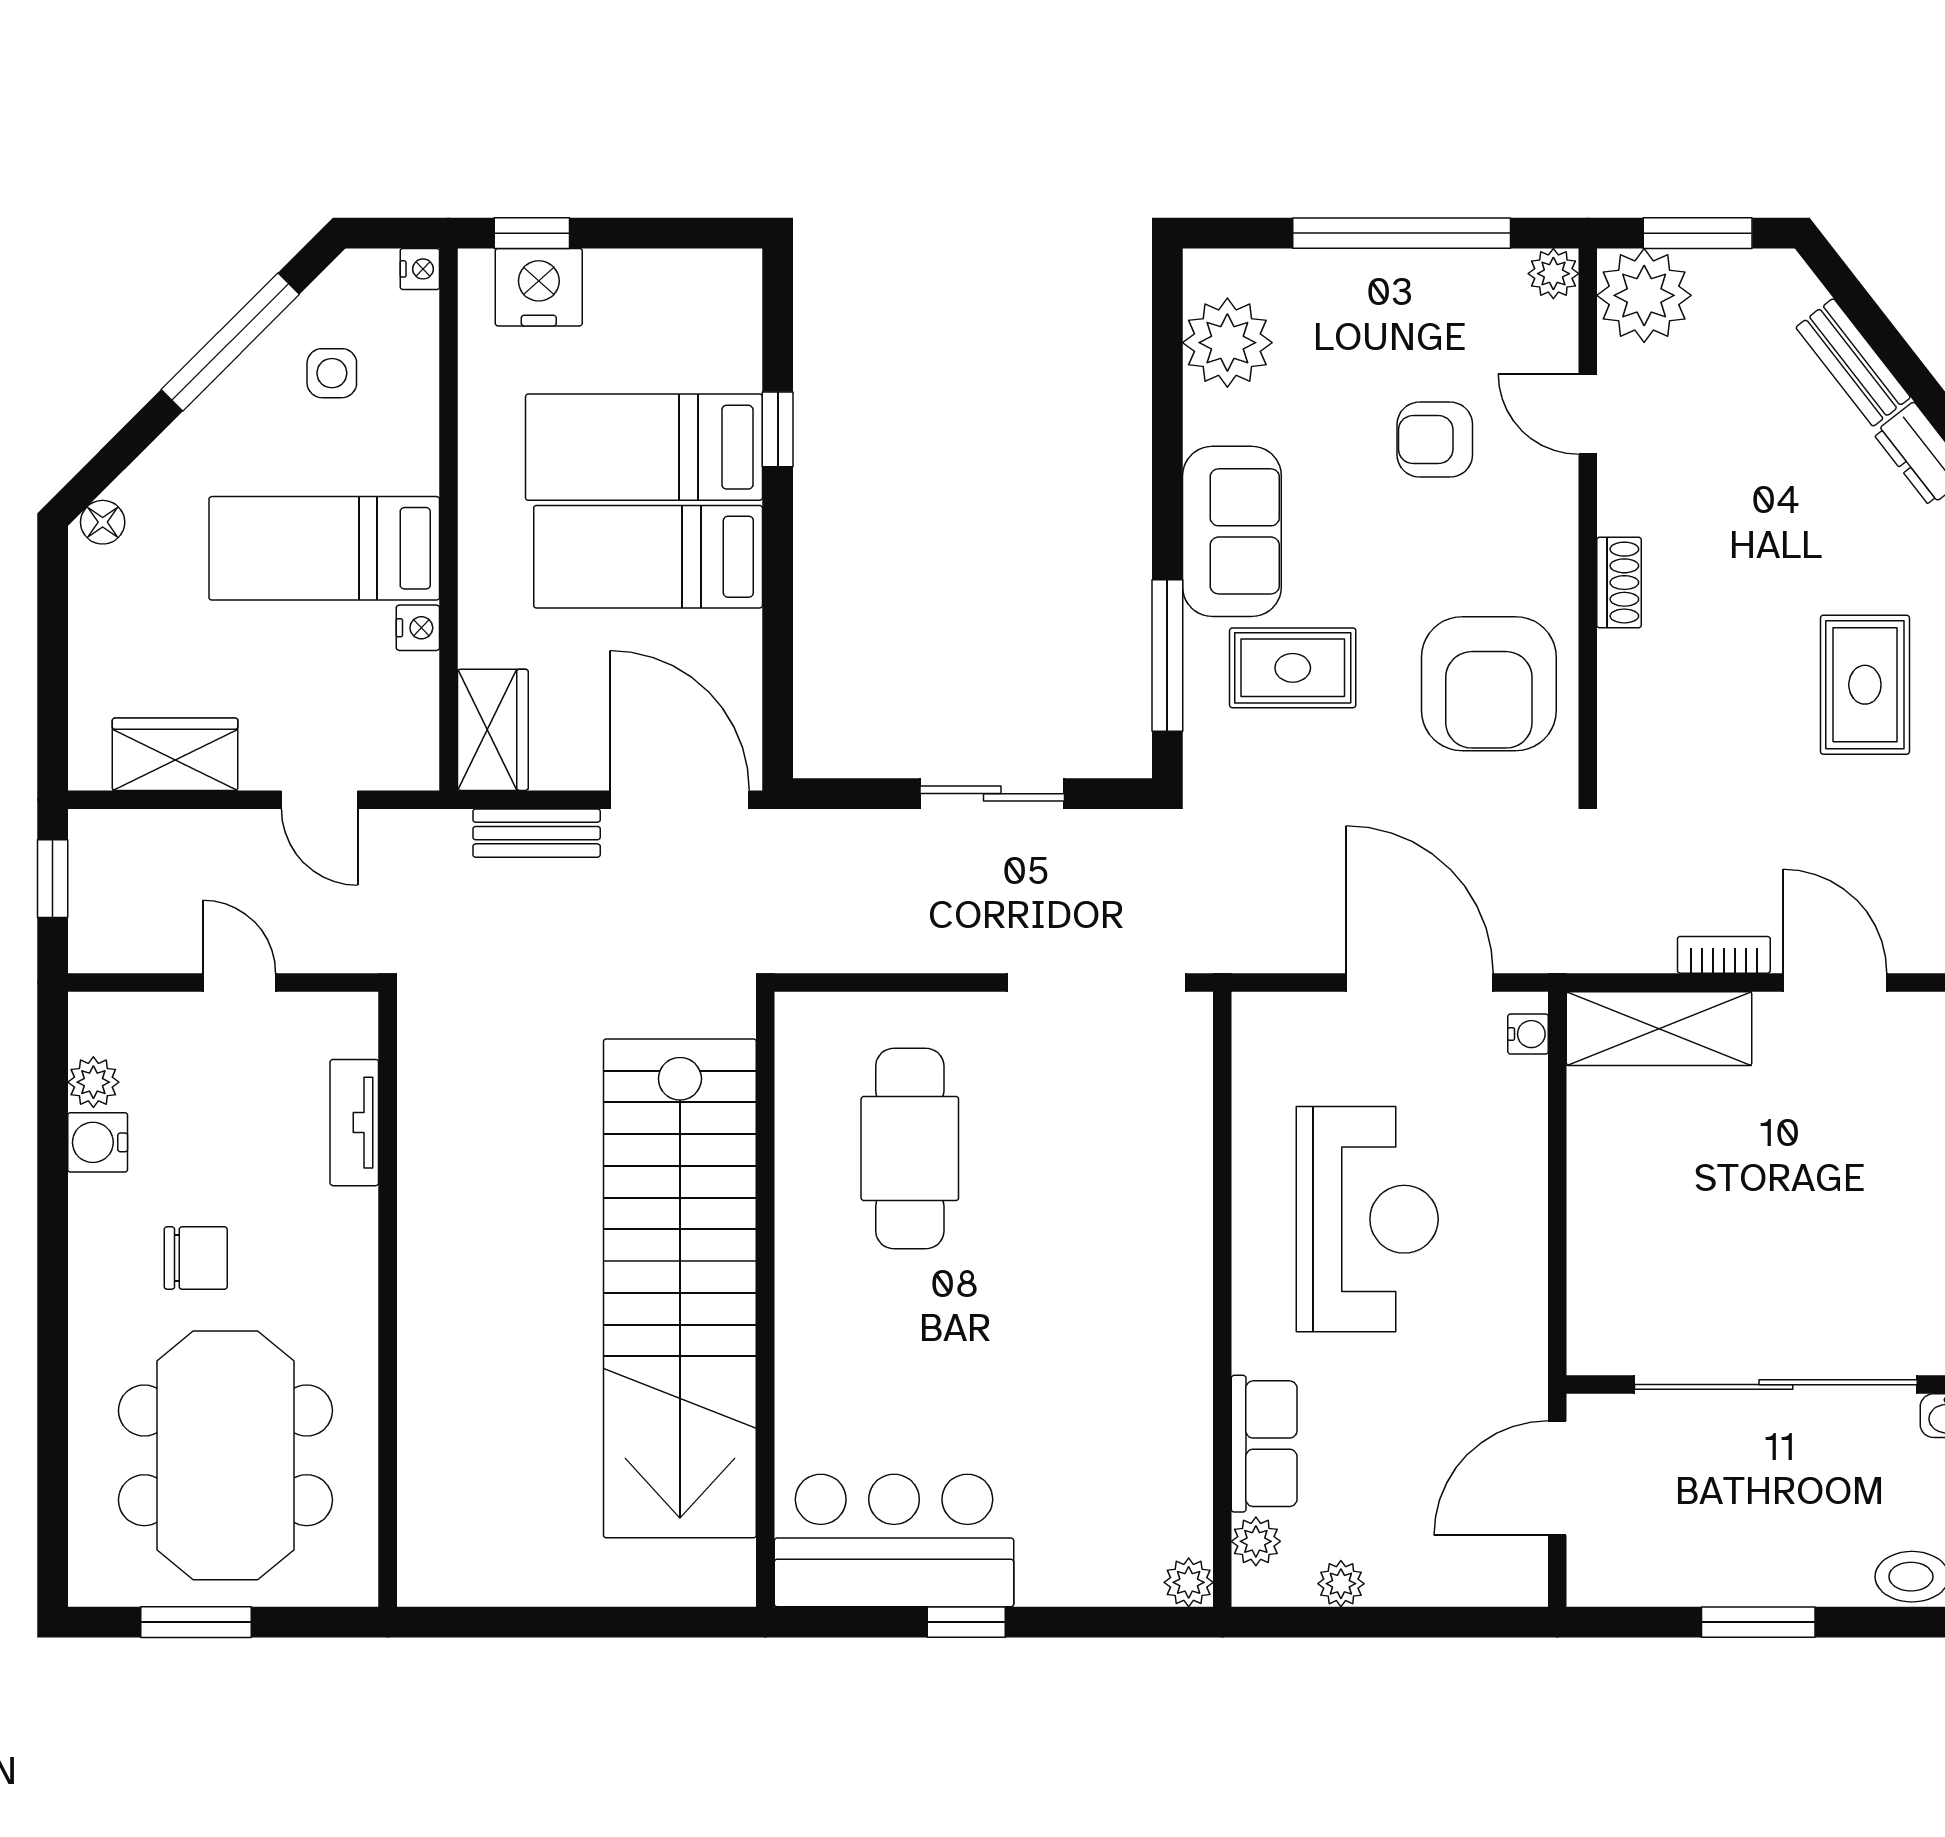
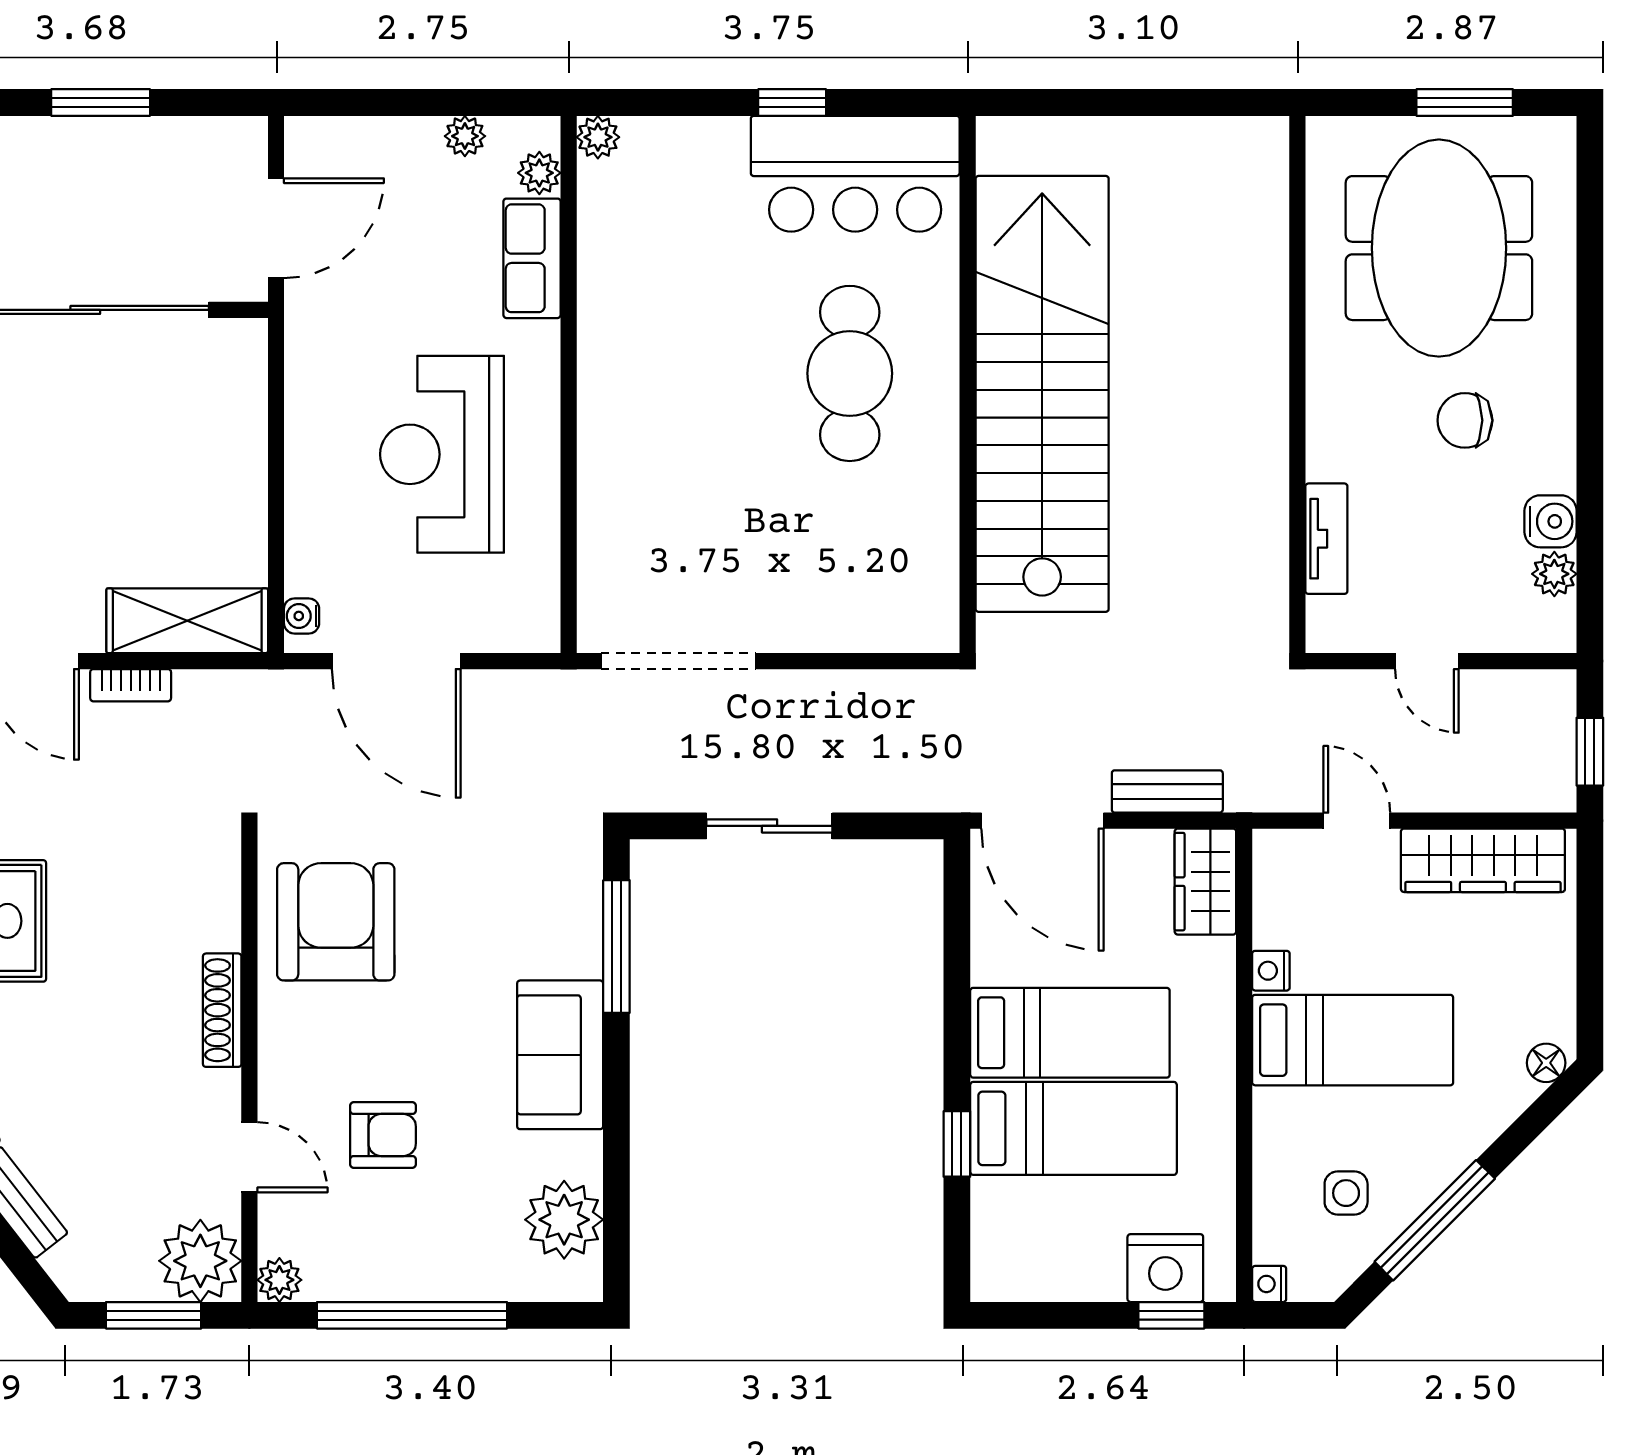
shoe rack: (1619, 583) -> (222, 1010), width x1.43
rug: (1293, 668) -> (507, 936), removed
wardrobe: (175, 754) -> (1483, 860), width x1.50
cafe table: (910, 1149) -> (850, 373), moved

